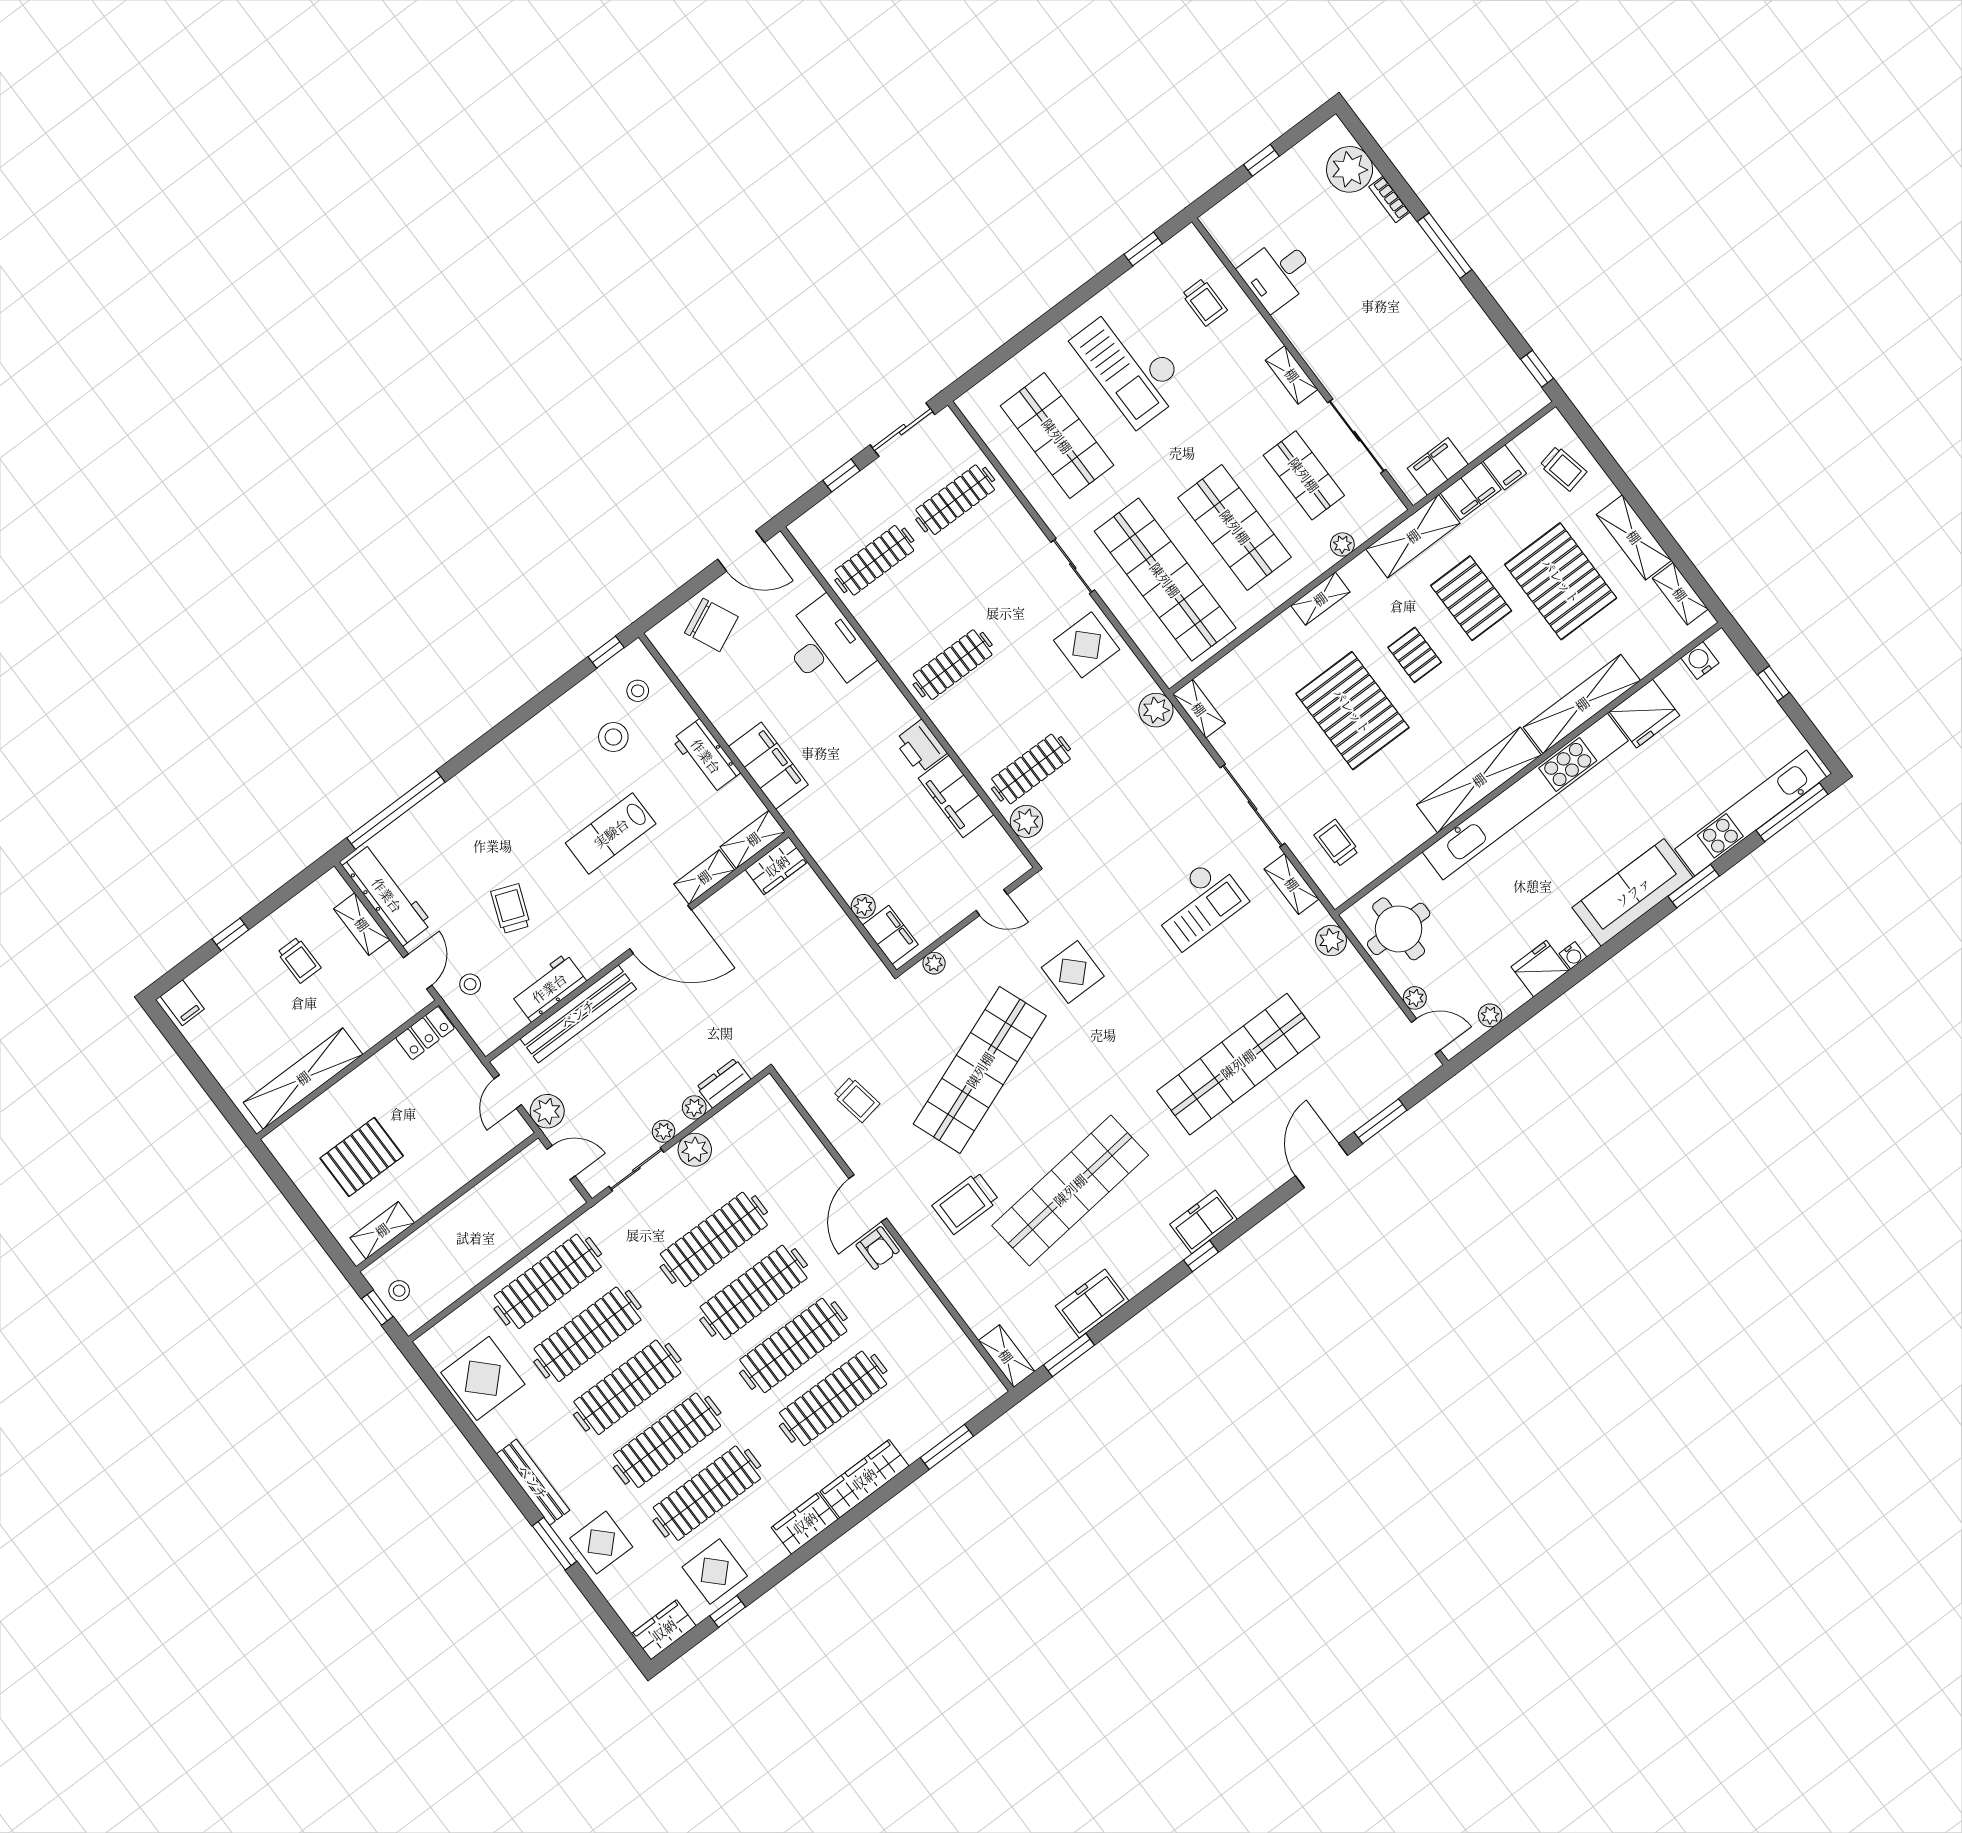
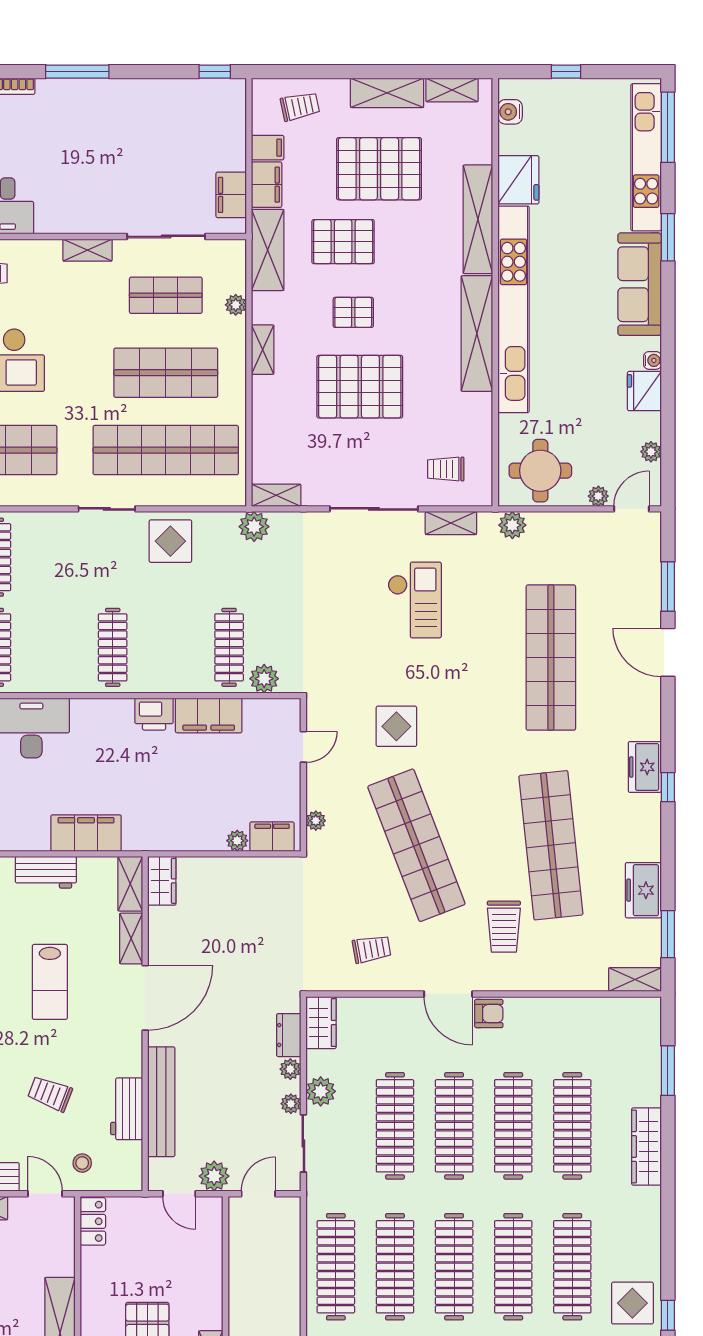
wardrobe: (805, 1523) -> (321, 1023), moved, turned 180

